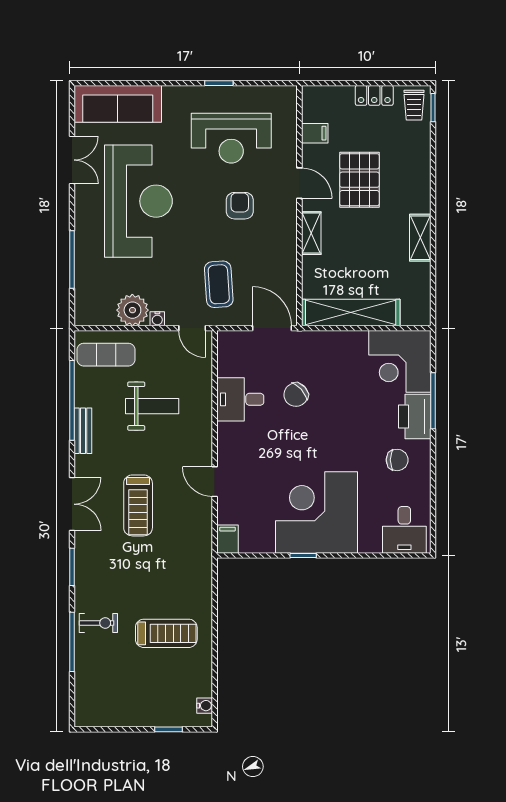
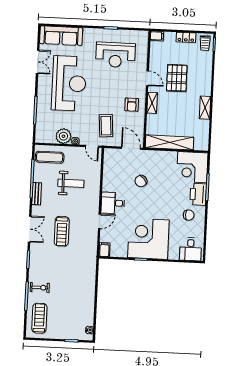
filing cabinet: (315, 133) -> (157, 36), moved
armchair: (240, 206) -> (132, 105), moved, turned 180
desk: (240, 399) -> (113, 203), moved
door: (215, 482) -> (99, 221), swing flipped
treadmill: (166, 633) -> (39, 318), moved, turned -90

